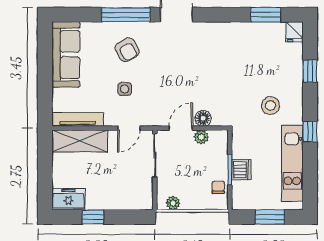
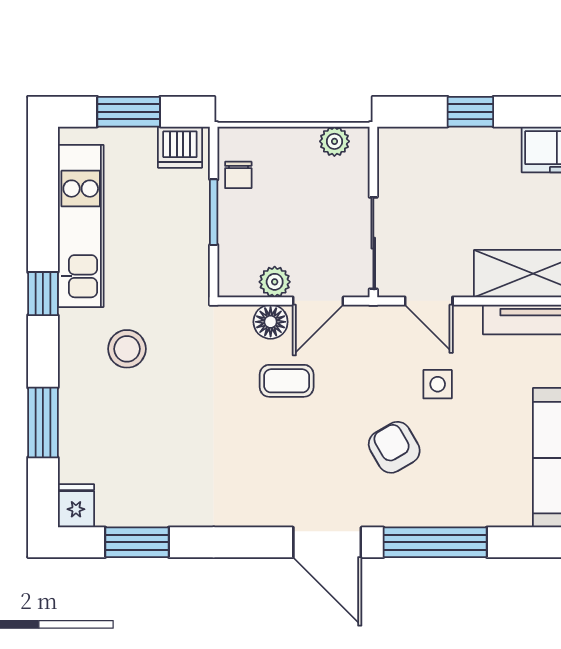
armchair: (127, 50) -> (394, 447), moved
window: (310, 71) -> (43, 423), width x1.50
coffee table: (196, 91) -> (287, 381), added
door: (129, 128) -> (429, 301), swing flipped
dishwasher: (241, 170) -> (180, 147), moved, turned -90
window: (93, 217) -> (470, 112), moved

